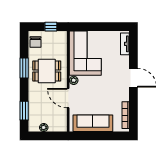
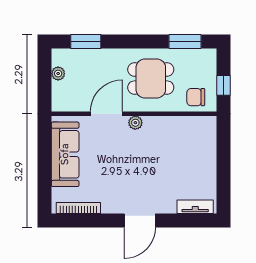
chair: (36, 42) -> (196, 97), moved
corner sofa: (85, 53) -> (180, 142), removed
window: (24, 68) -> (185, 41), moved
dining table: (47, 71) -> (151, 79), turned 90

